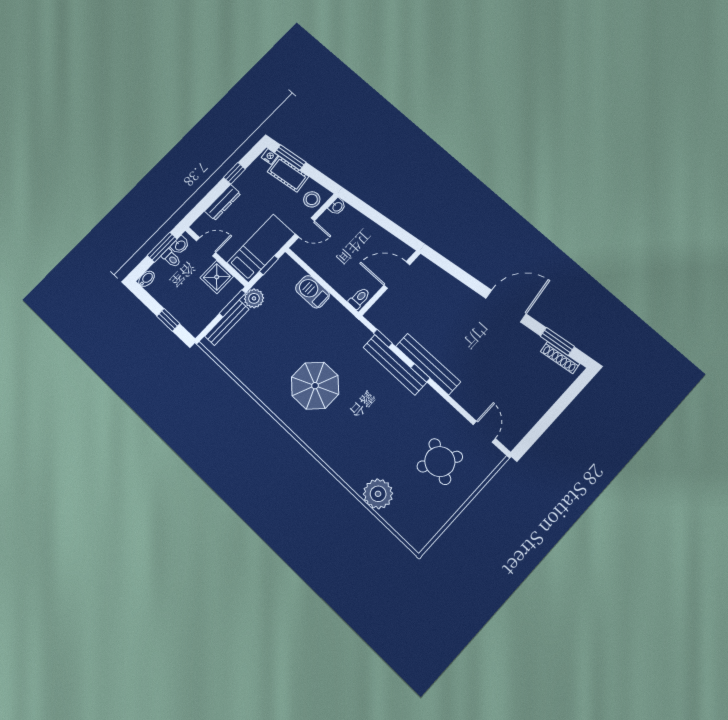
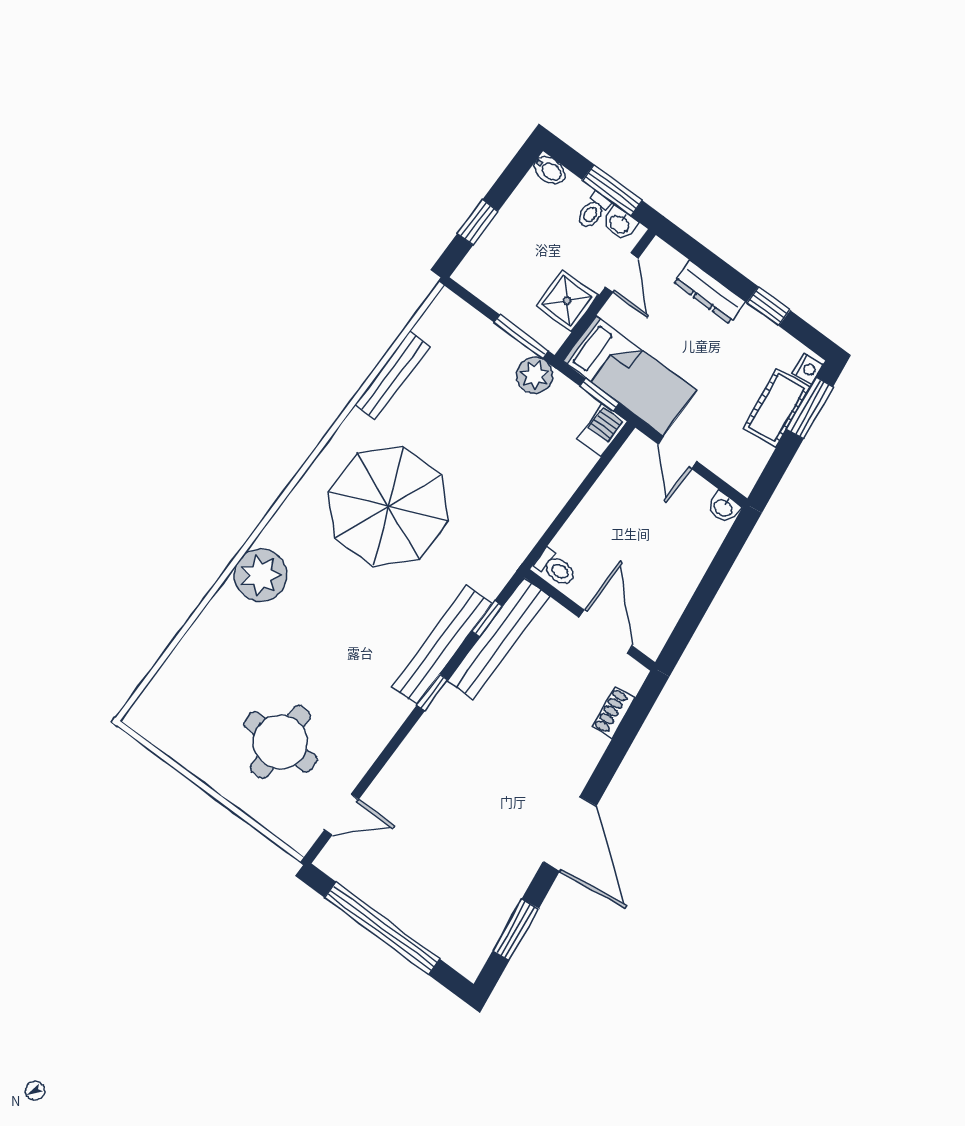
stool: (312, 199) -> (732, 459), removed
barbecue: (312, 292) -> (602, 430), moved, width x0.73, depth x0.79
bench: (227, 323) -> (392, 375), moved, turned 90
shoe rack: (560, 358) -> (614, 712), moved, width x0.70
bench: (428, 364) -> (499, 638), moved
parasol: (315, 386) -> (388, 507), width x1.36, depth x1.36
window: (551, 416) -> (382, 928), added
round table: (440, 462) -> (280, 742), turned -31
plant: (378, 494) -> (261, 575), moved

